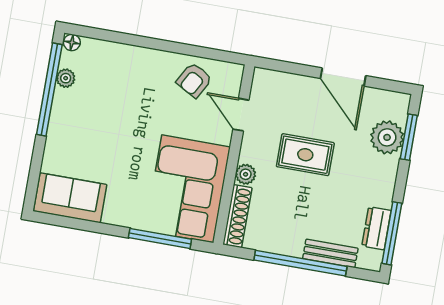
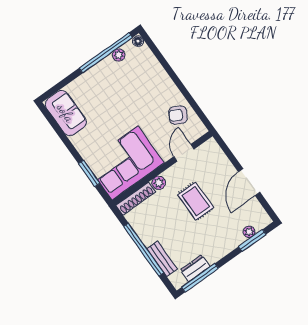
plant: (387, 137) -> (249, 232), width x0.53, depth x0.53
window: (160, 238) -> (89, 173), width x0.69

